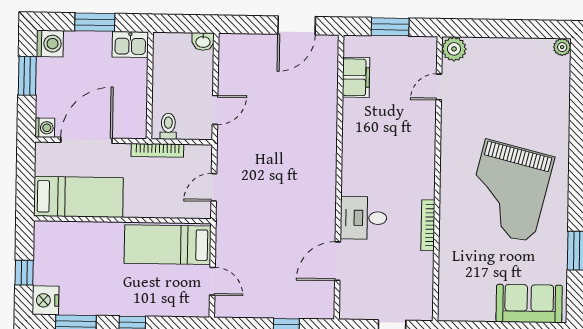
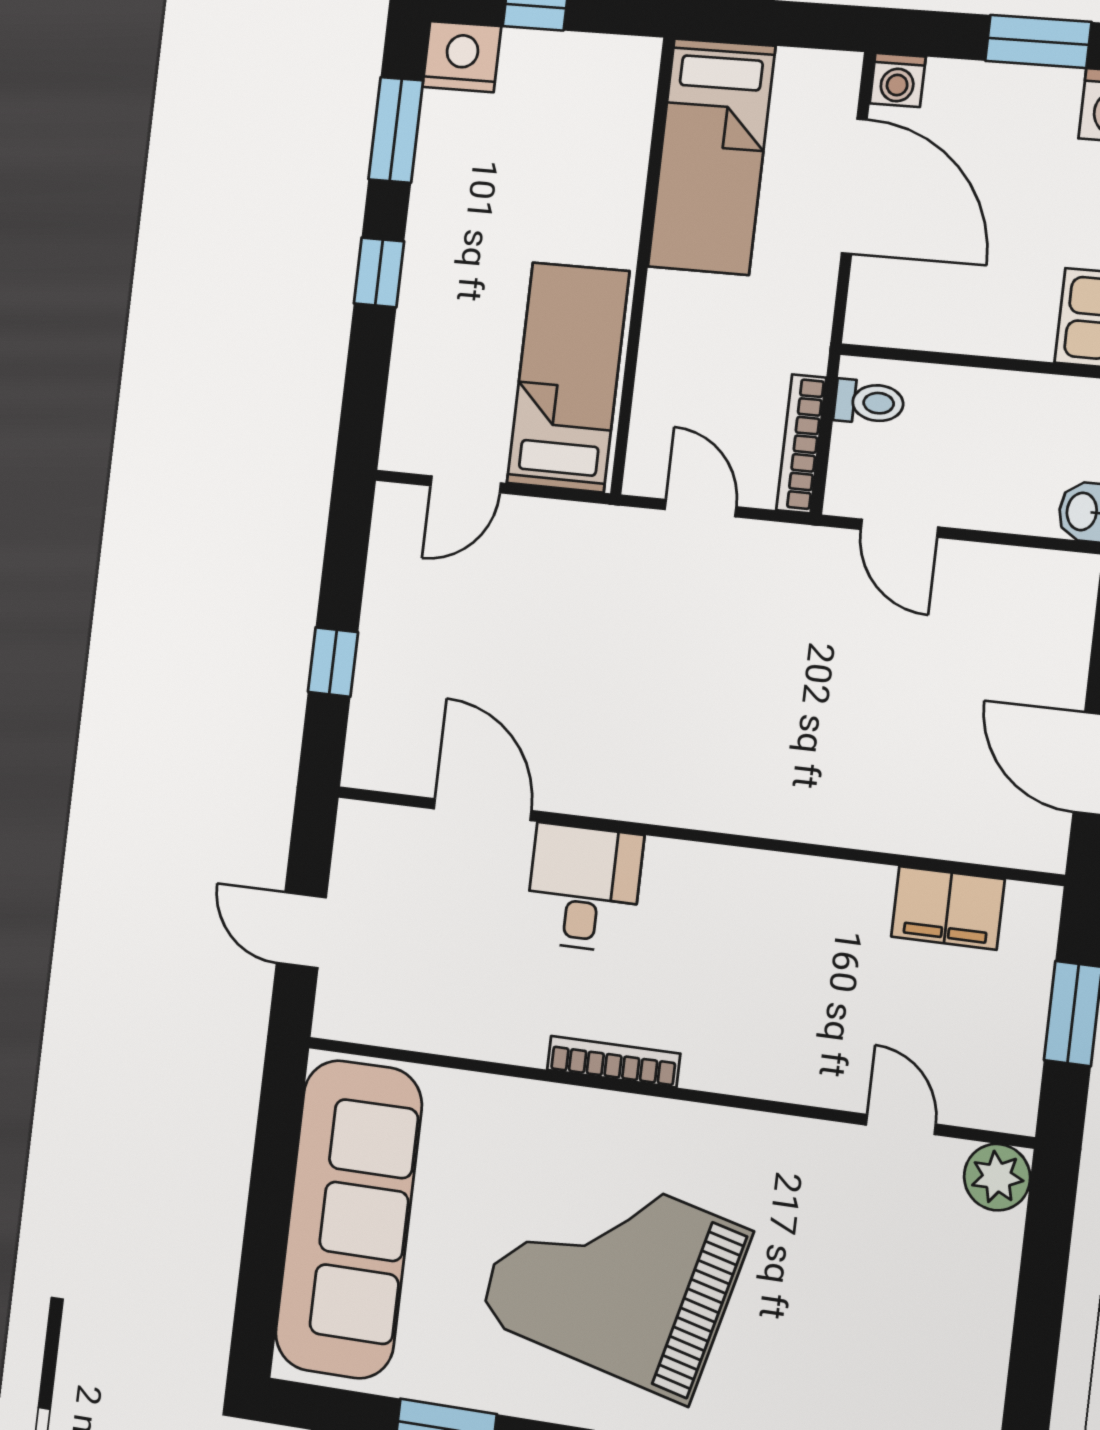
bookcase: (157, 150) -> (801, 444), moved
bookcase: (428, 225) -> (613, 1062), moved
sofa: (529, 304) -> (349, 1219), width x1.85, depth x1.27

